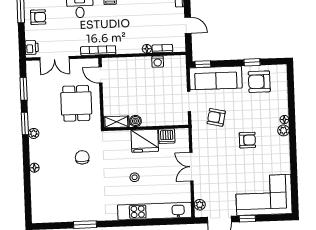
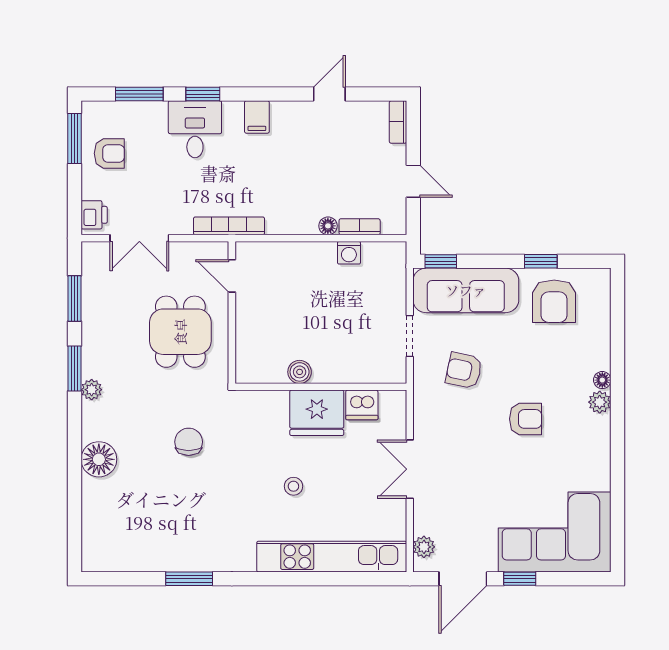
armchair: (259, 82) -> (554, 301), turned -90
shelving: (116, 122) -> (260, 372), removed
floor lamp: (34, 168) -> (99, 459), width x1.89, depth x1.89

